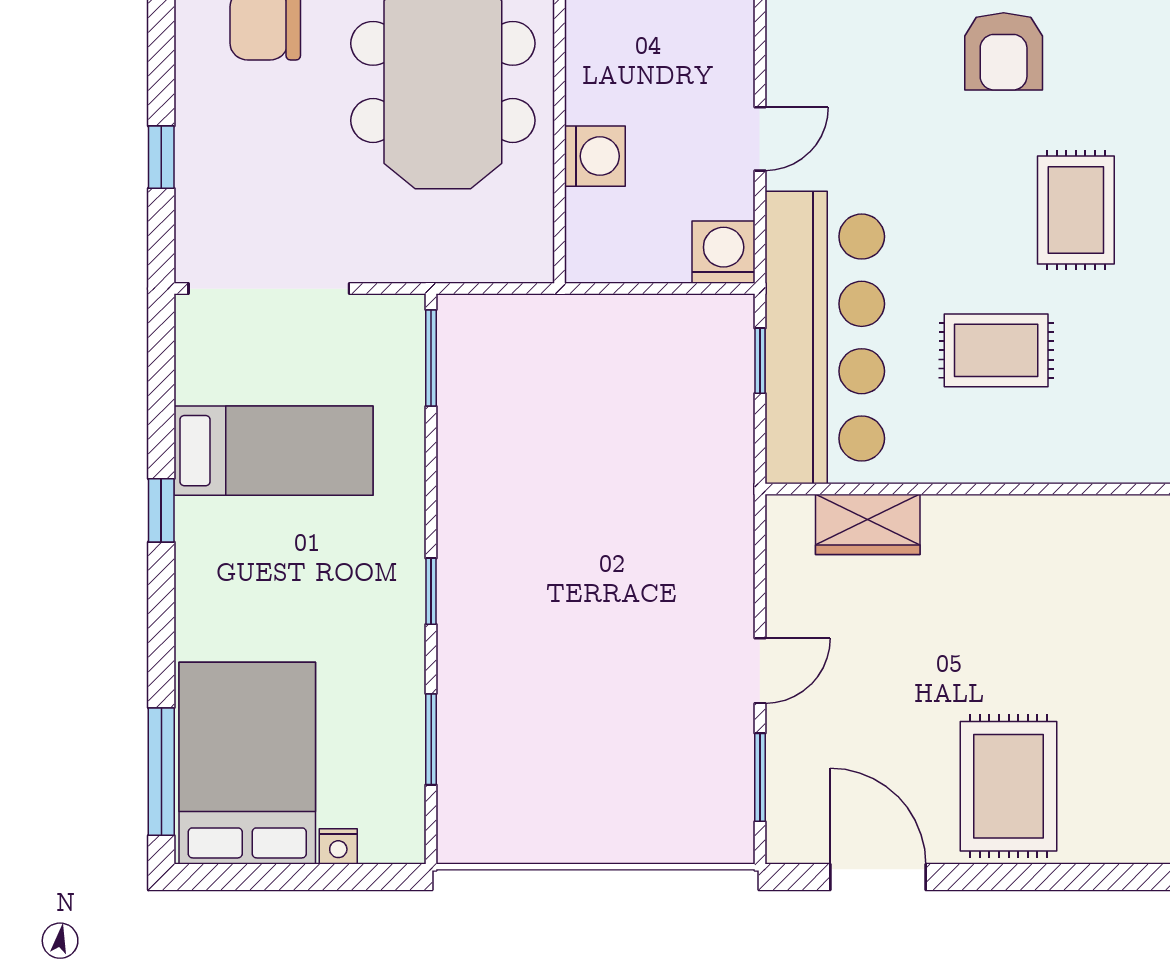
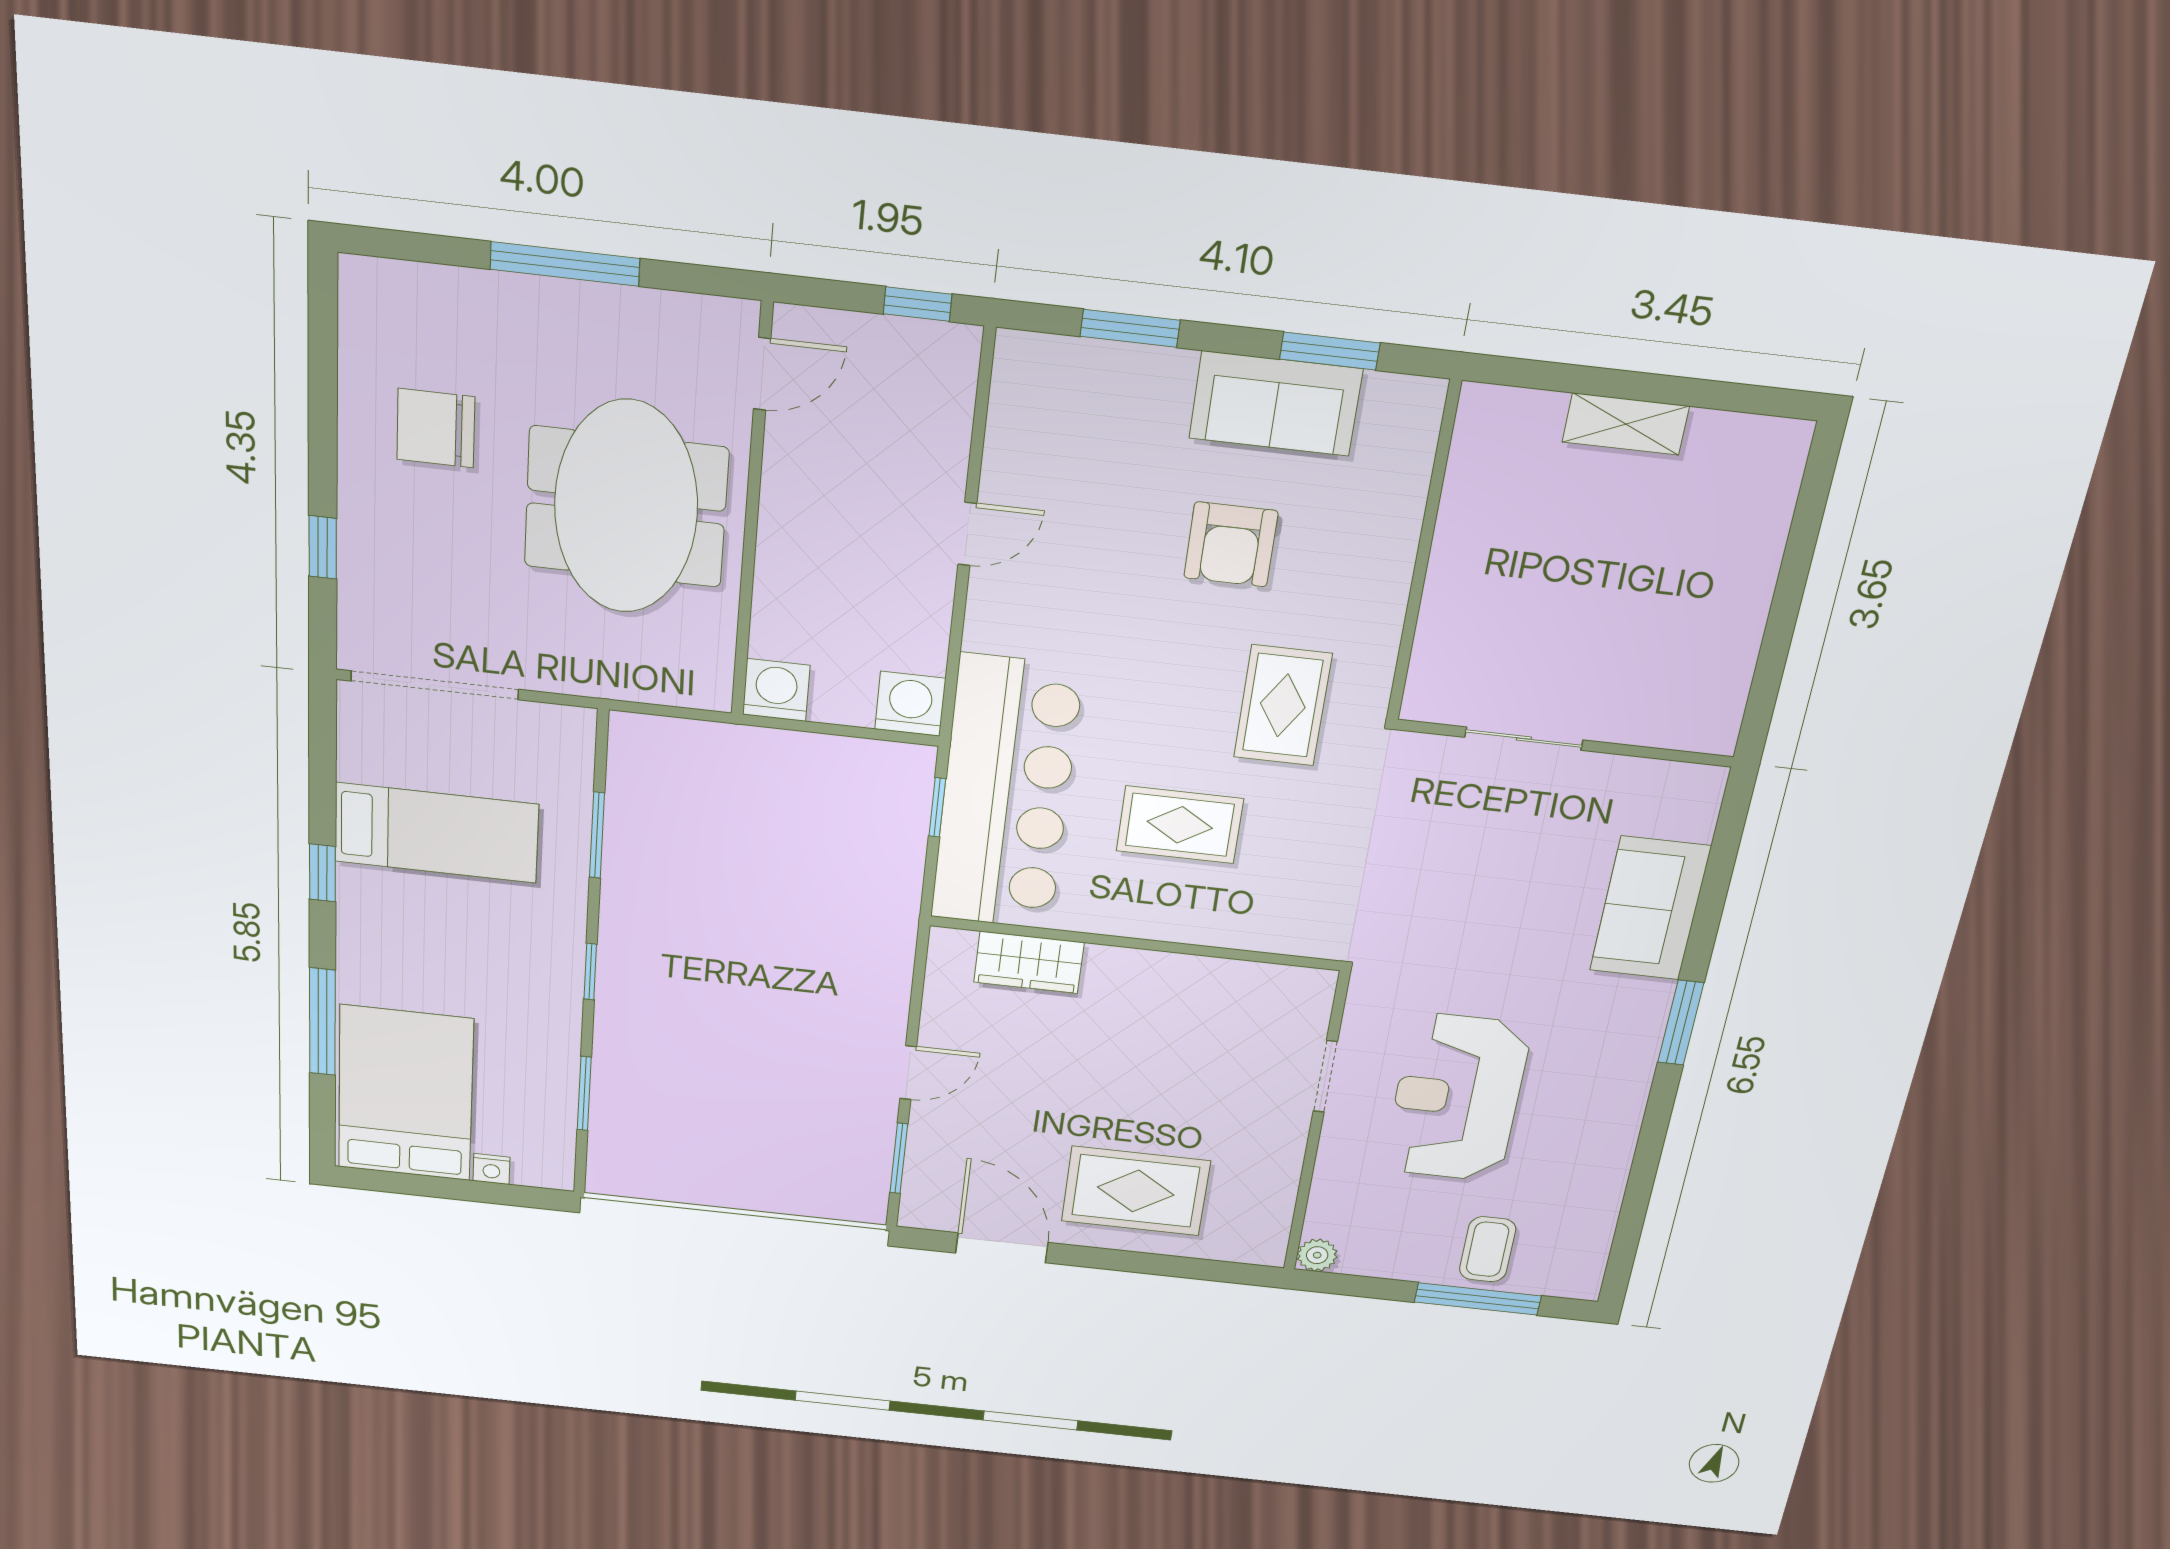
door: (760, 139) -> (967, 534), moved
washing machine: (595, 156) -> (776, 690), moved, turned -90
window: (431, 358) -> (597, 835), moved
window: (161, 772) -> (322, 1022), moved
rug: (1009, 786) -> (1136, 1191), turned 90

